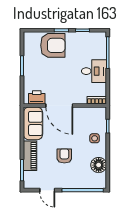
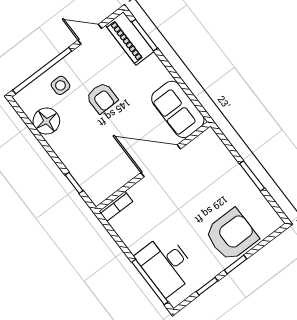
armchair: (53, 45) -> (231, 235), turned 180
desk: (94, 71) -> (166, 265), moved, width x1.37
printer: (37, 97) -> (200, 148), removed
side table: (95, 138) -> (60, 85), moved
piano: (30, 156) -> (130, 38), moved

